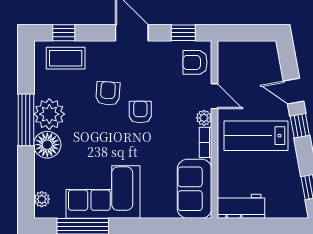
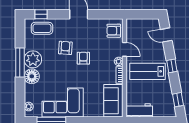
window: (183, 33) -> (107, 14), removed
door: (293, 91) -> (166, 35), moved

